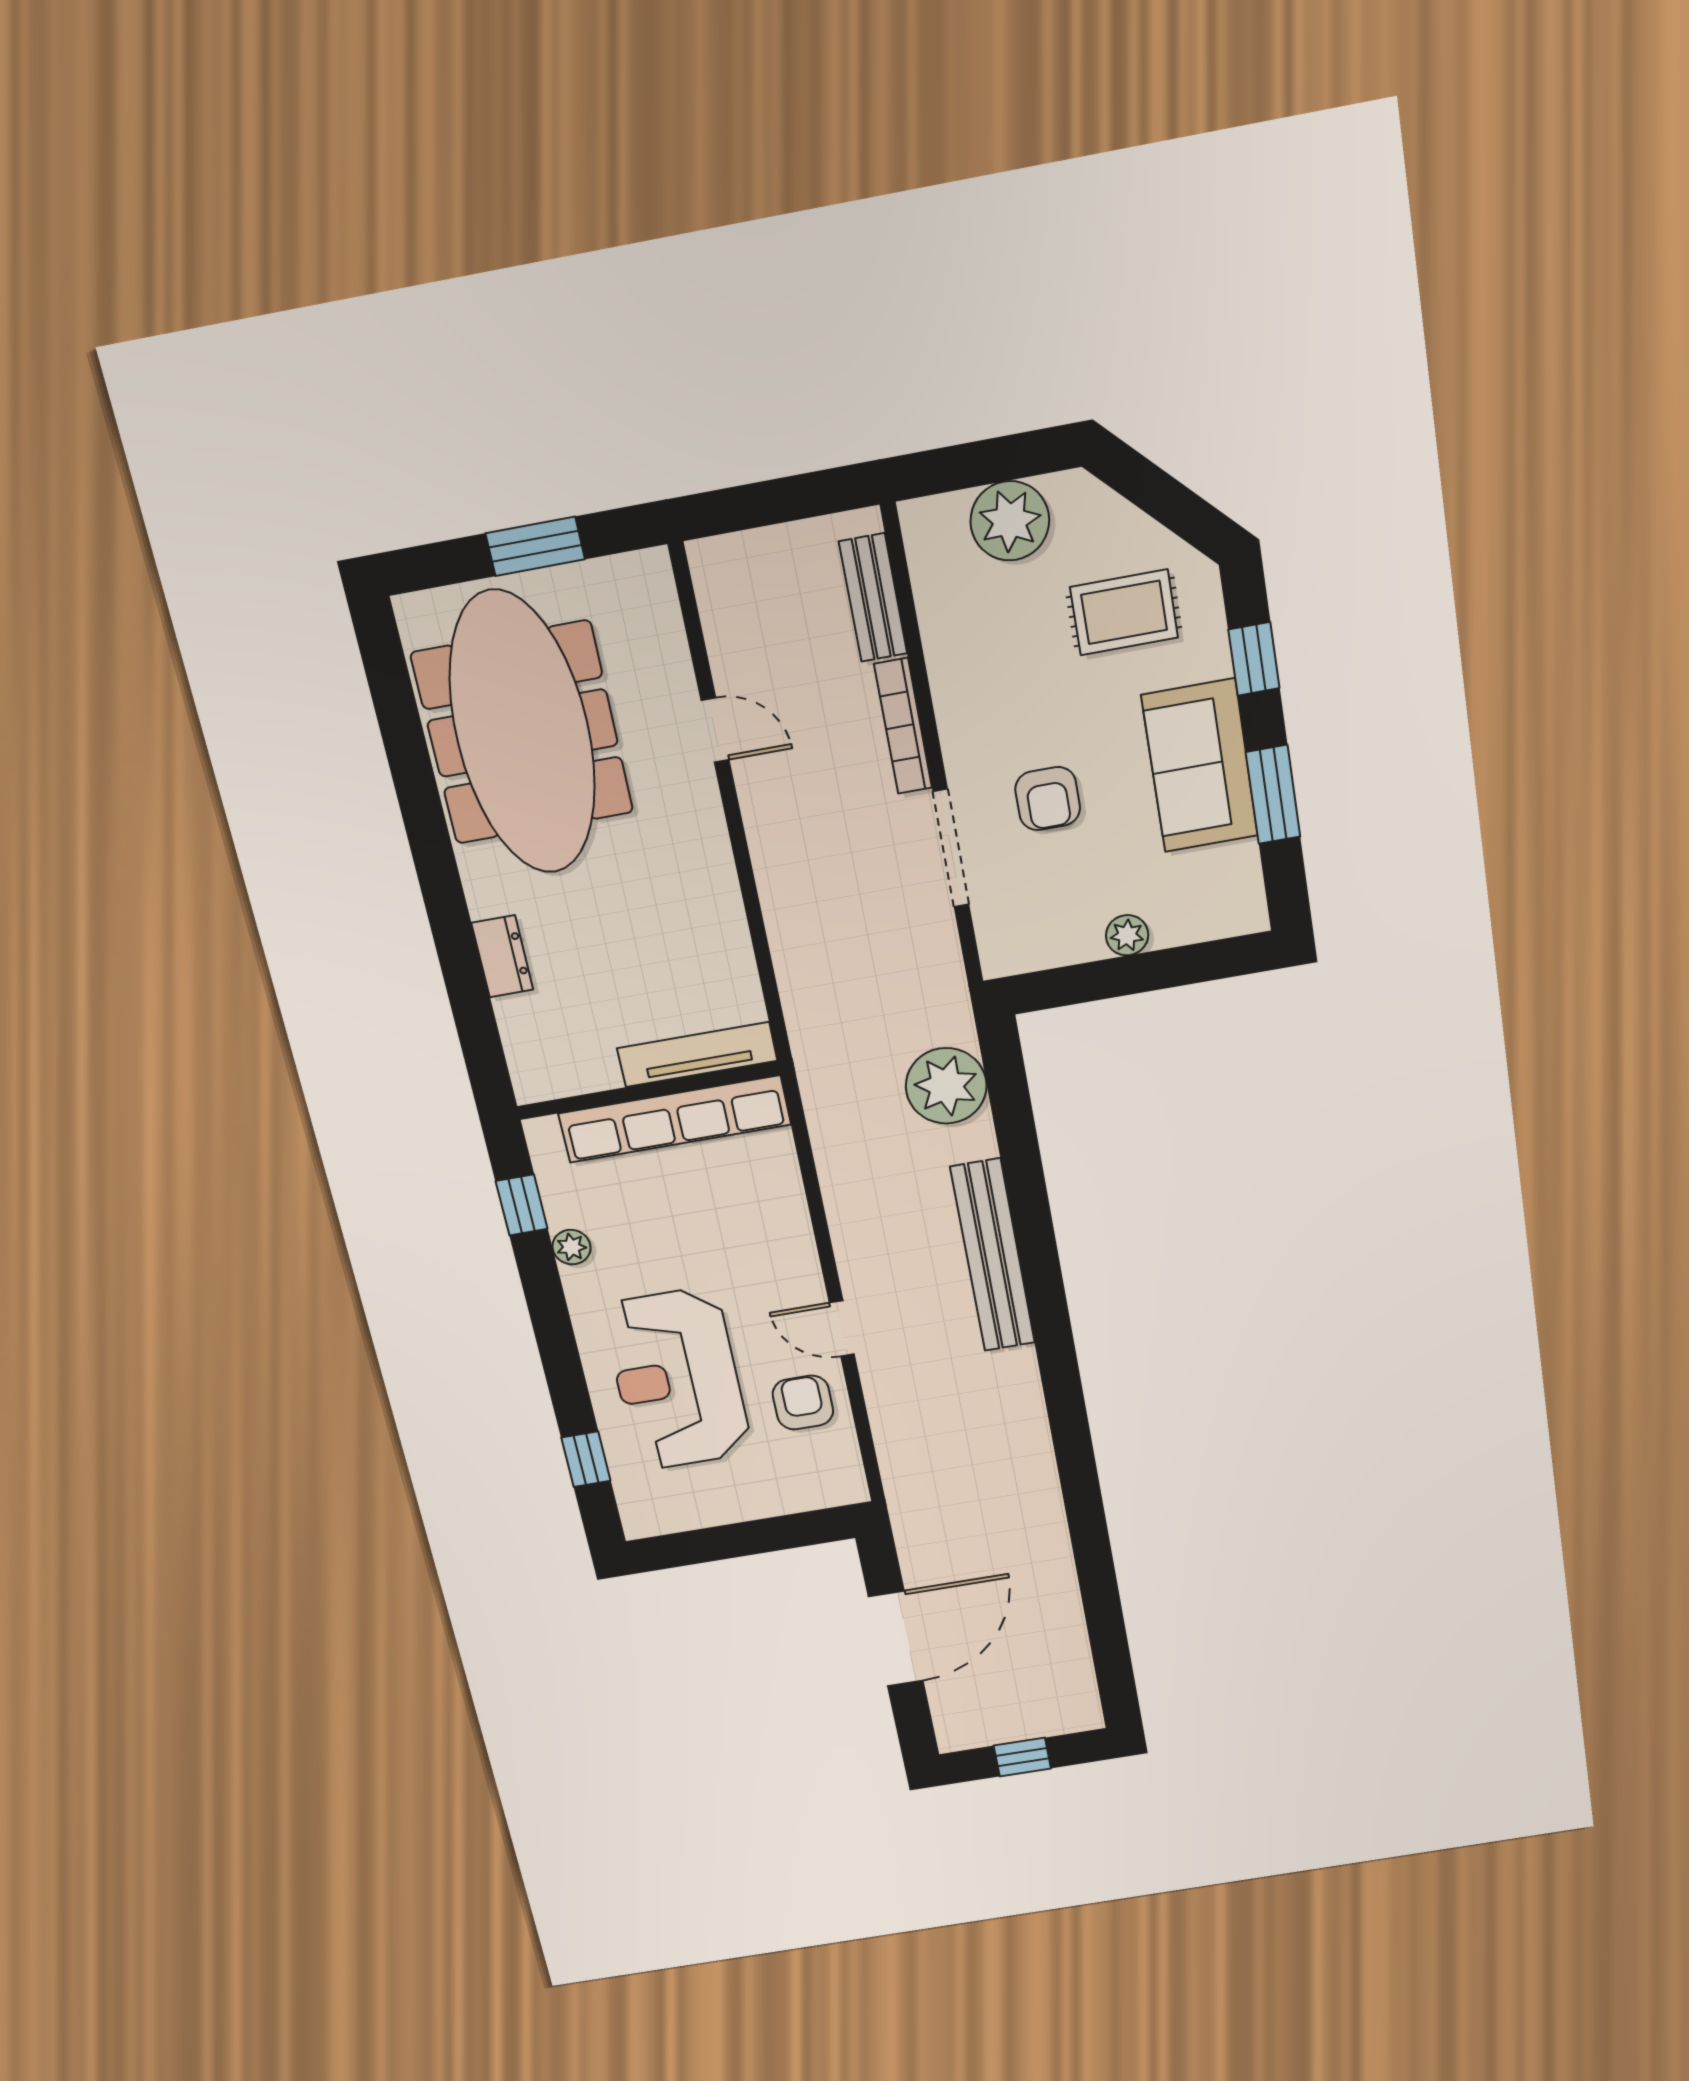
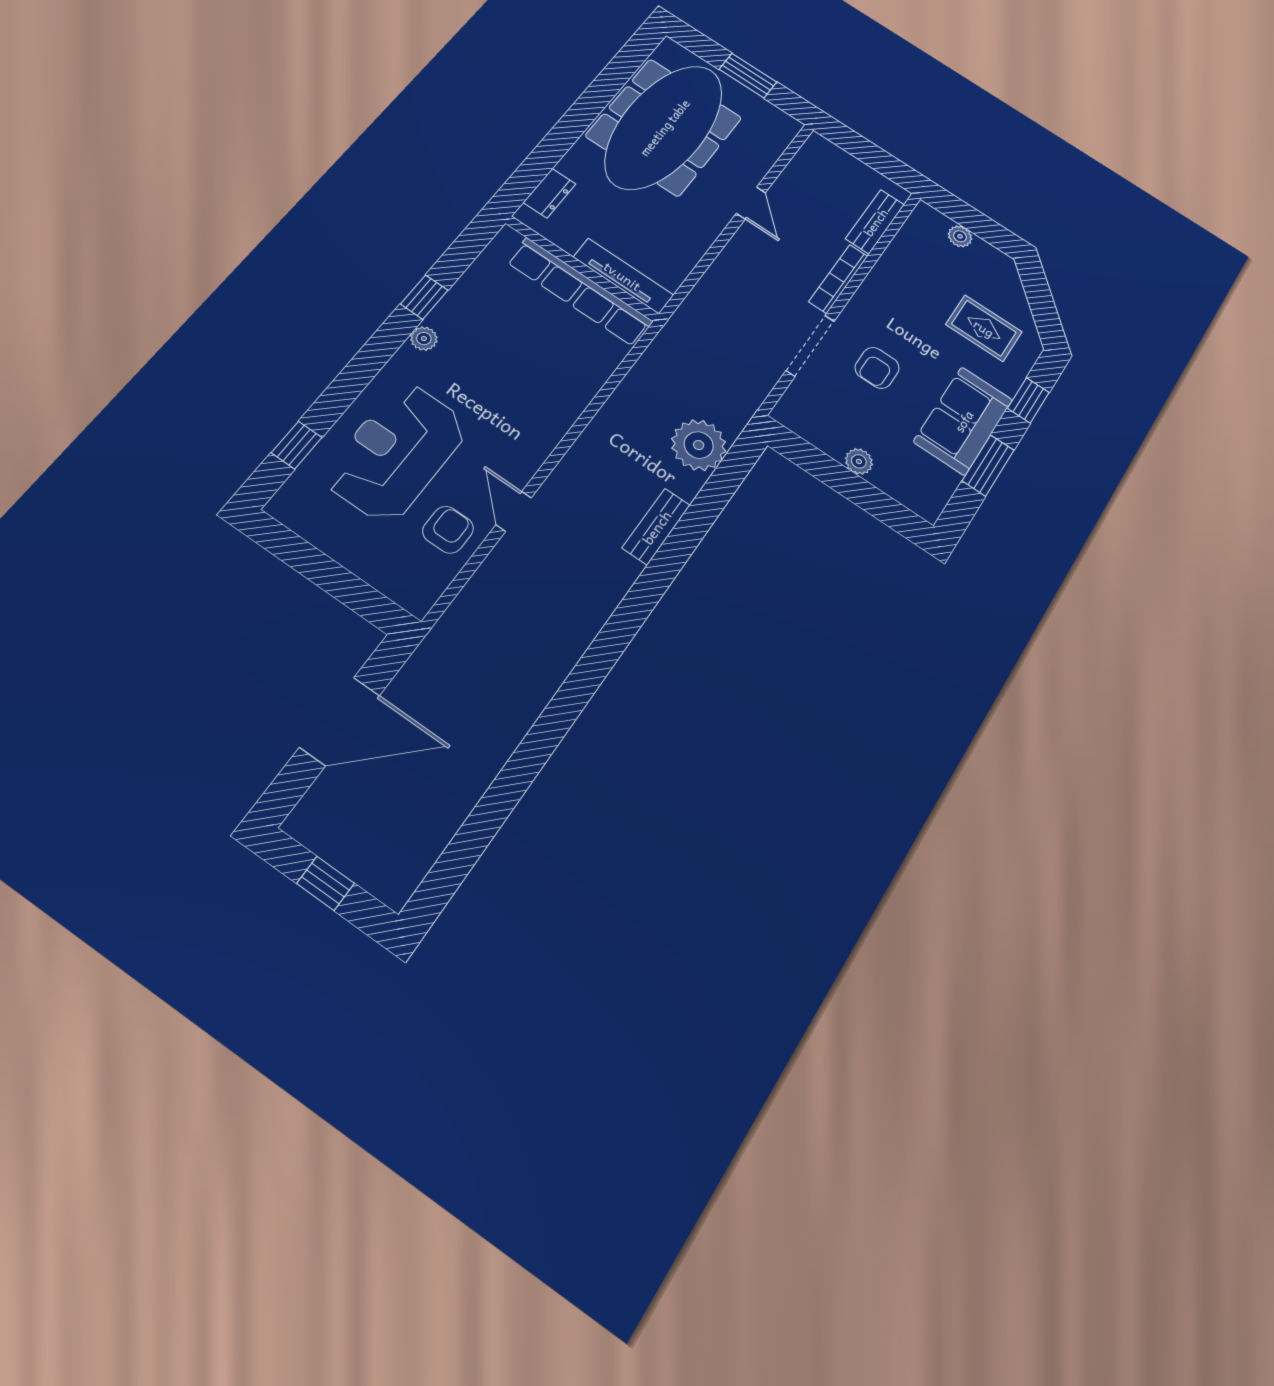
plant: (1010, 521) -> (960, 236), width x0.53, depth x0.53
tv unit: (697, 1054) -> (623, 276), moved
wall: (648, 1090) -> (582, 269), moved
row of seats: (675, 1119) -> (580, 292), moved
bench: (993, 1255) -> (656, 527), width x0.54, depth x0.82

